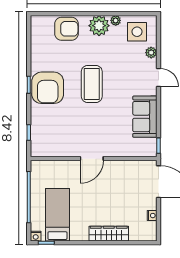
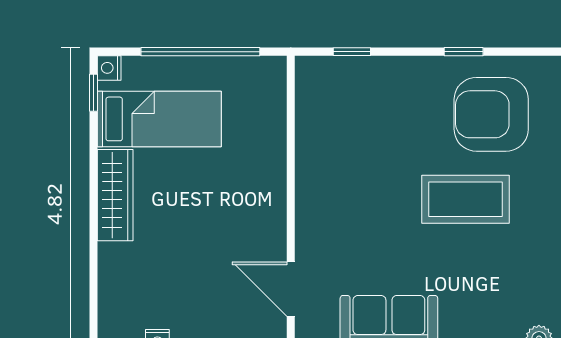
armchair: (48, 88) -> (491, 114), moved
door: (92, 159) -> (291, 289), moved
wardrobe: (109, 234) -> (115, 195), moved

